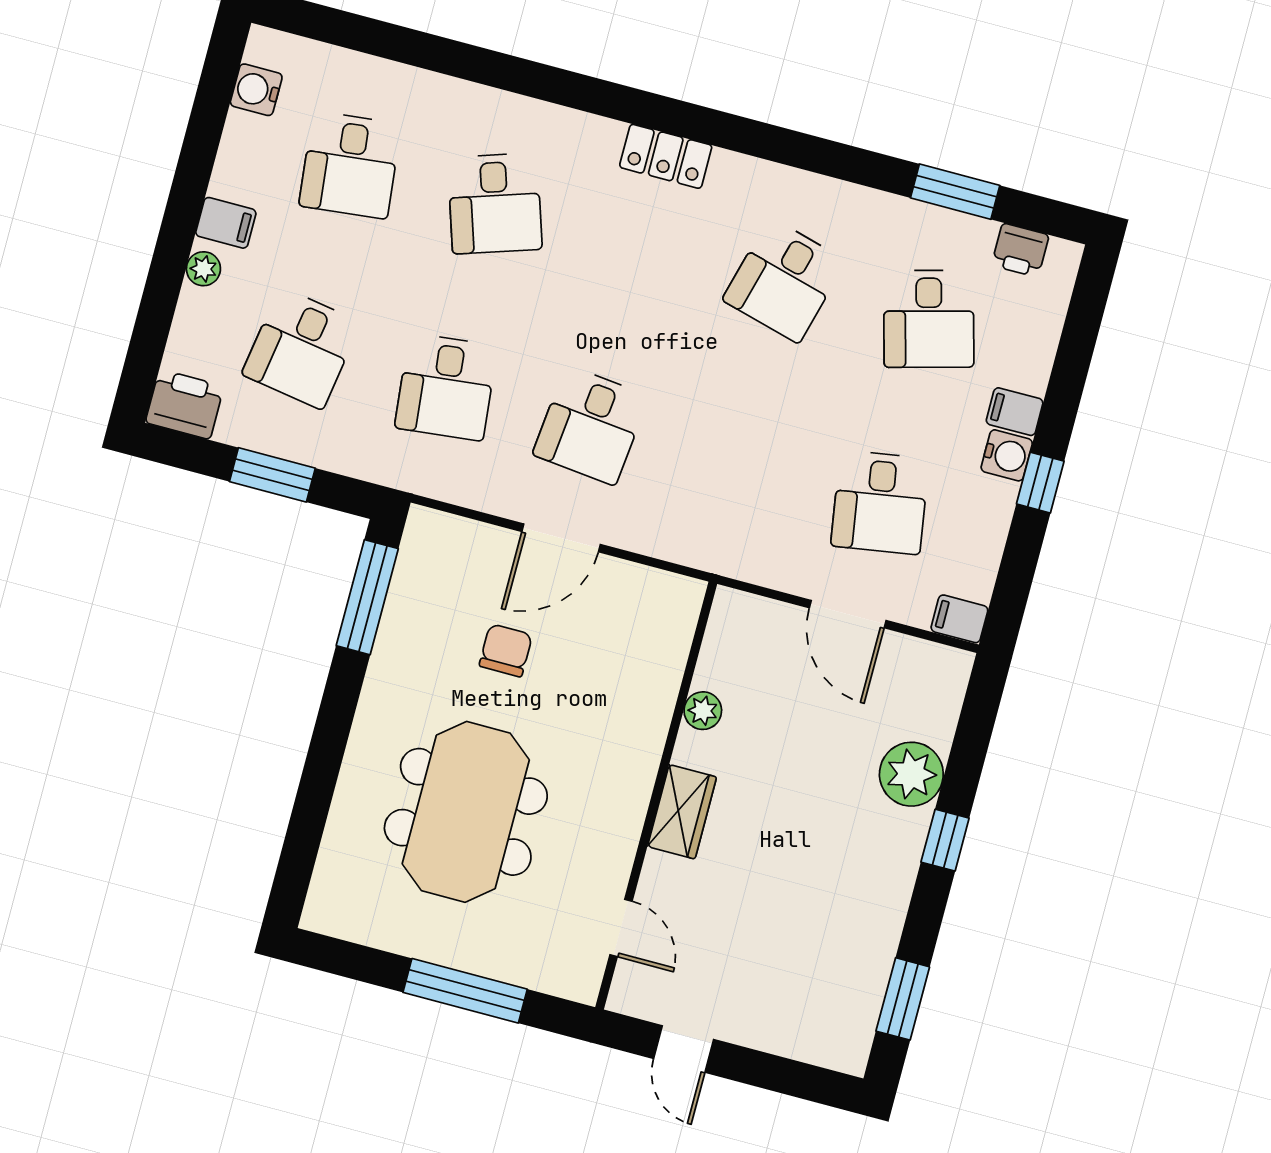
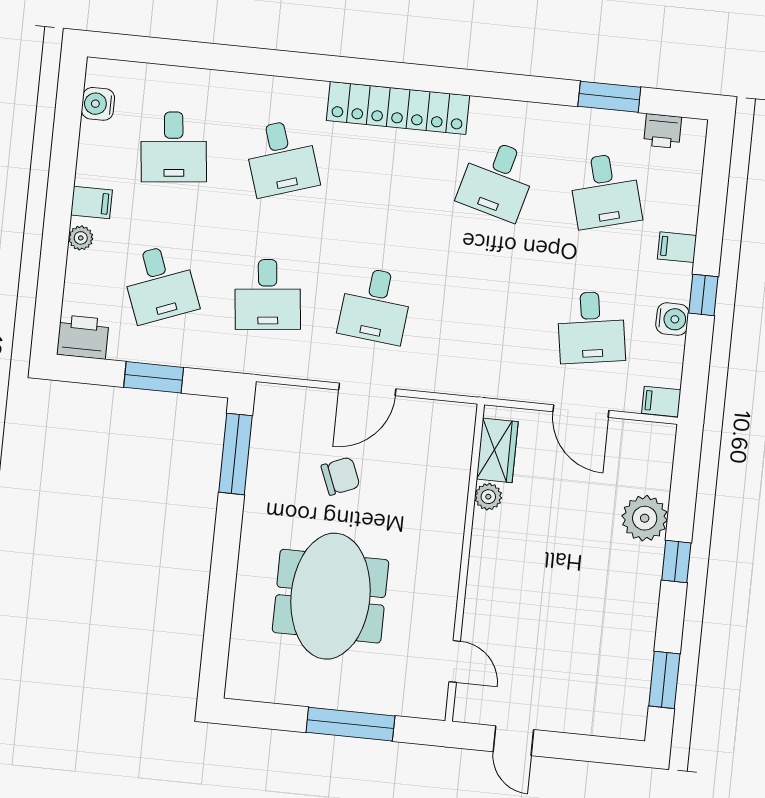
locker: (666, 156) -> (398, 108), width x2.16, depth x1.21
desk: (301, 348) -> (160, 284), turned -30
water cooler: (1007, 455) -> (672, 319), moved
chair: (506, 650) -> (341, 476), turned 68
wardrobe: (682, 812) -> (497, 450), moved

